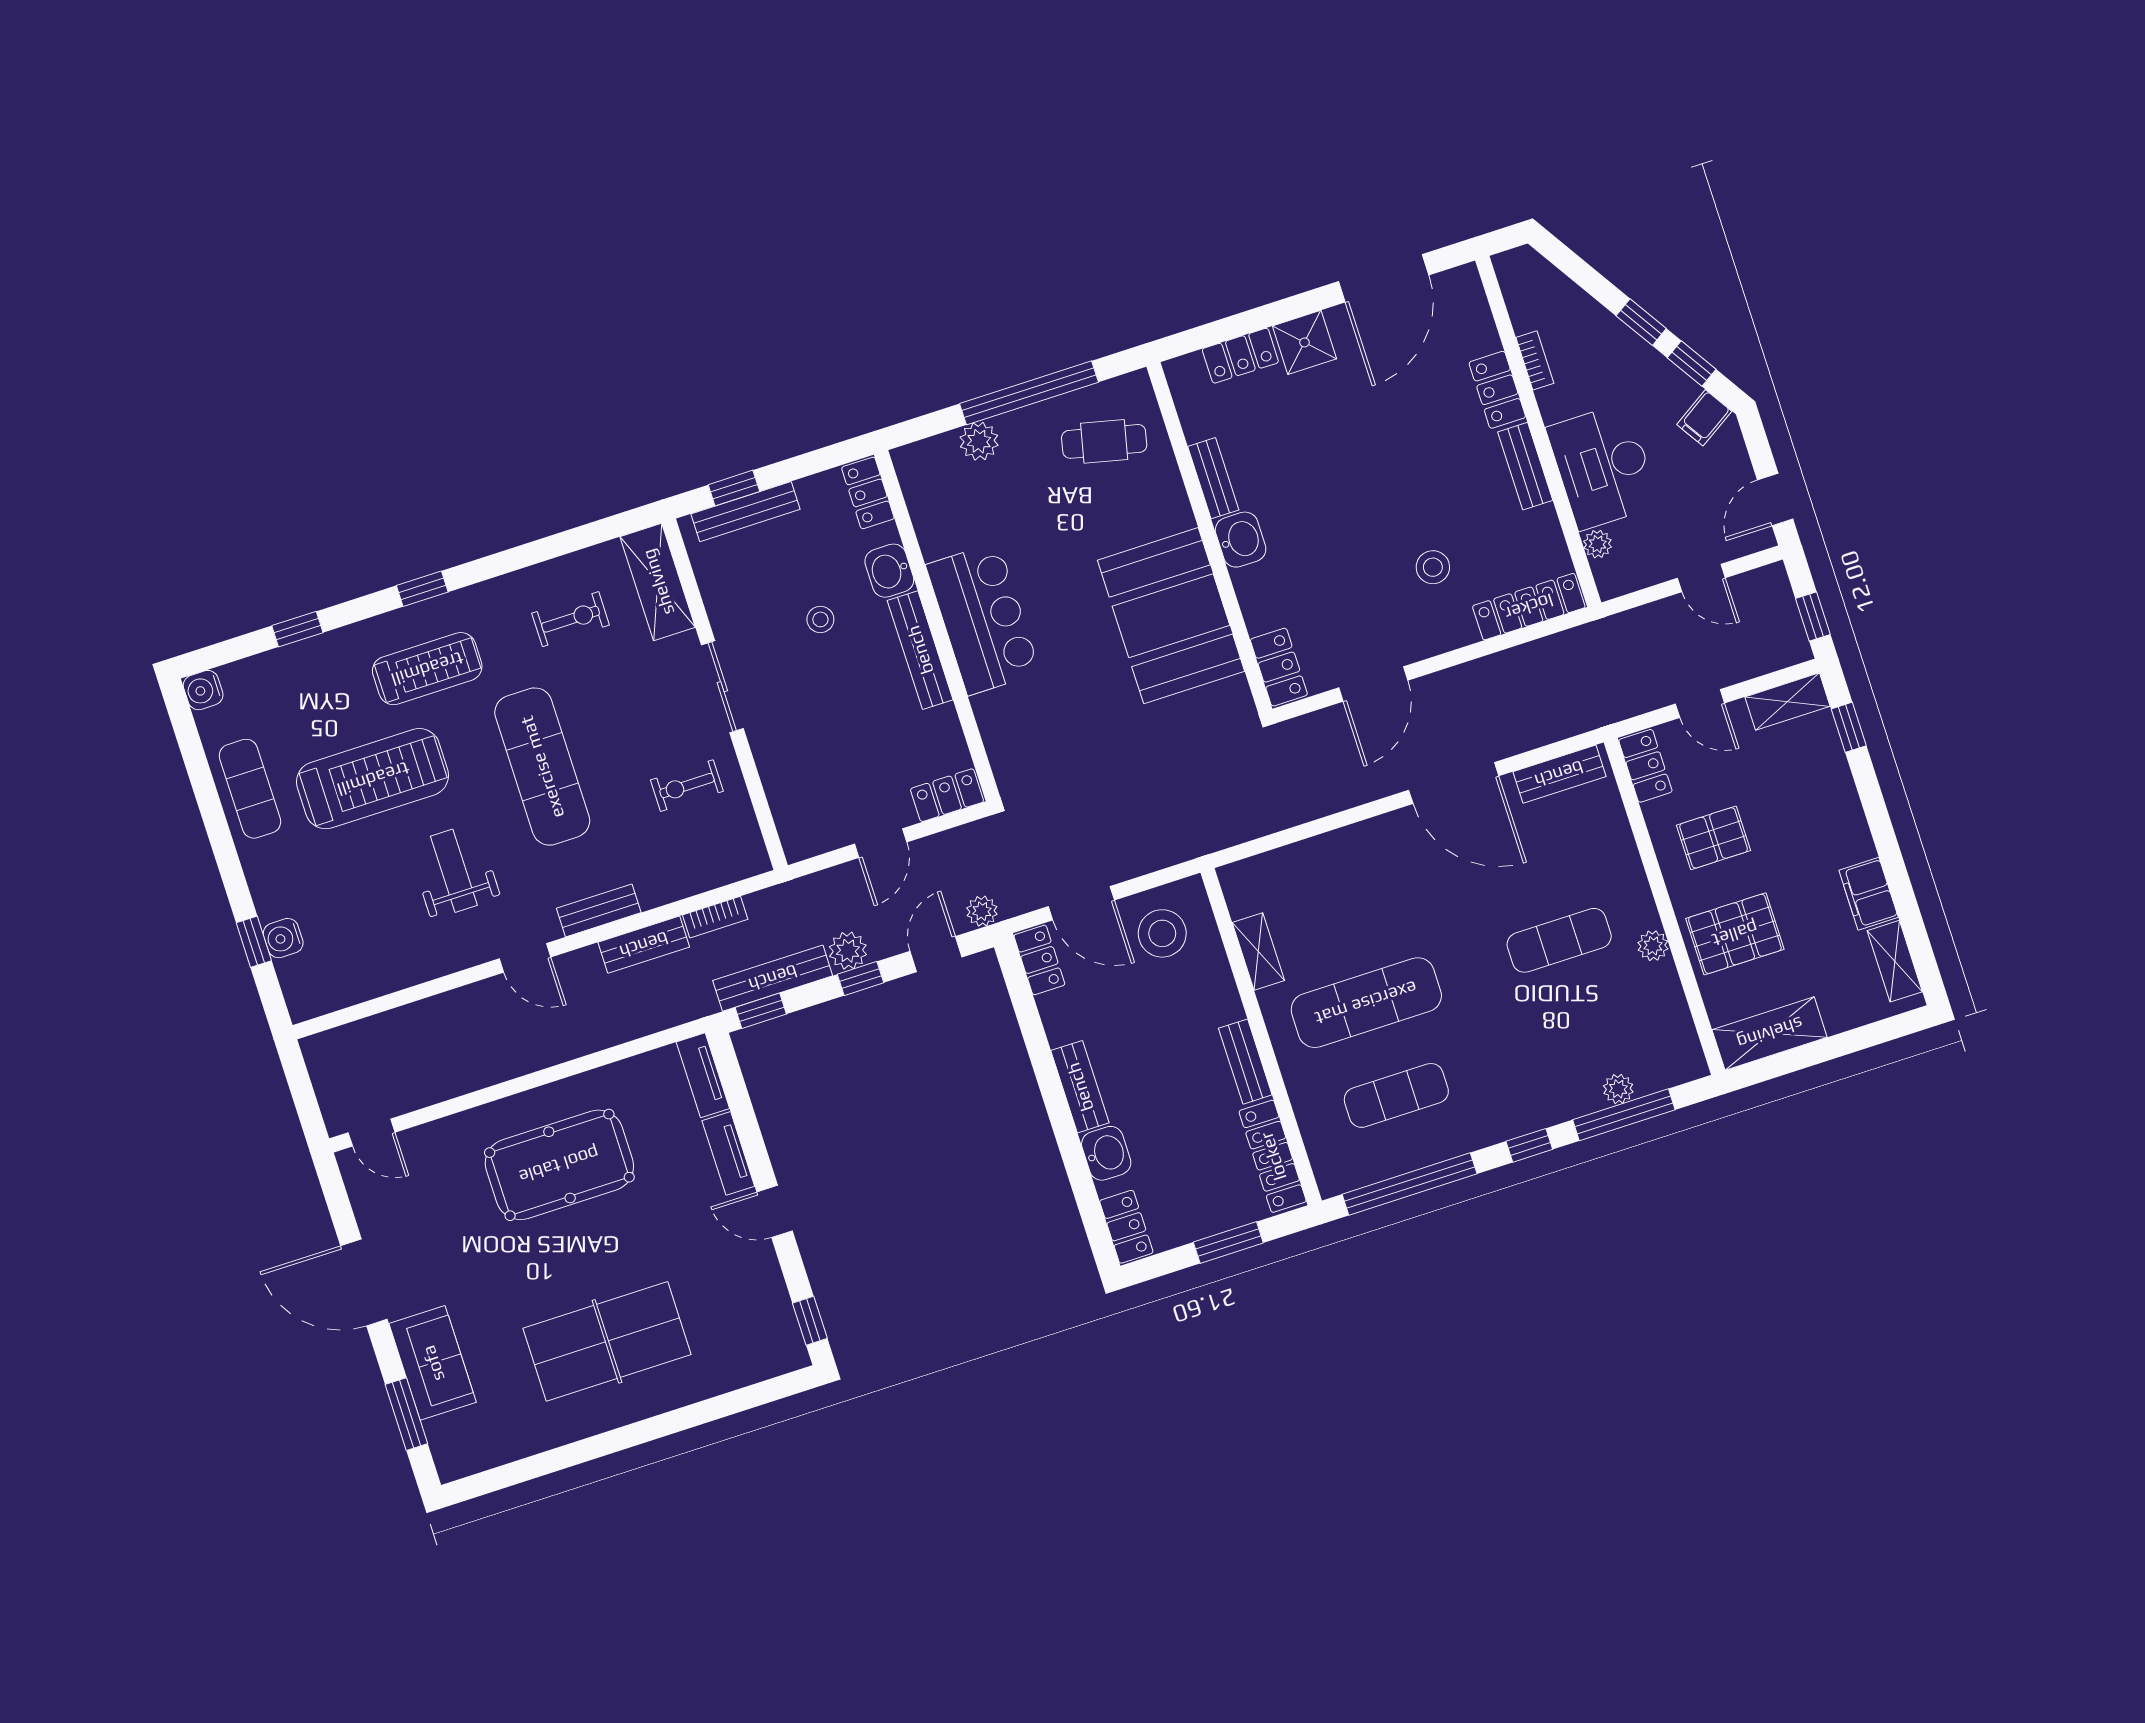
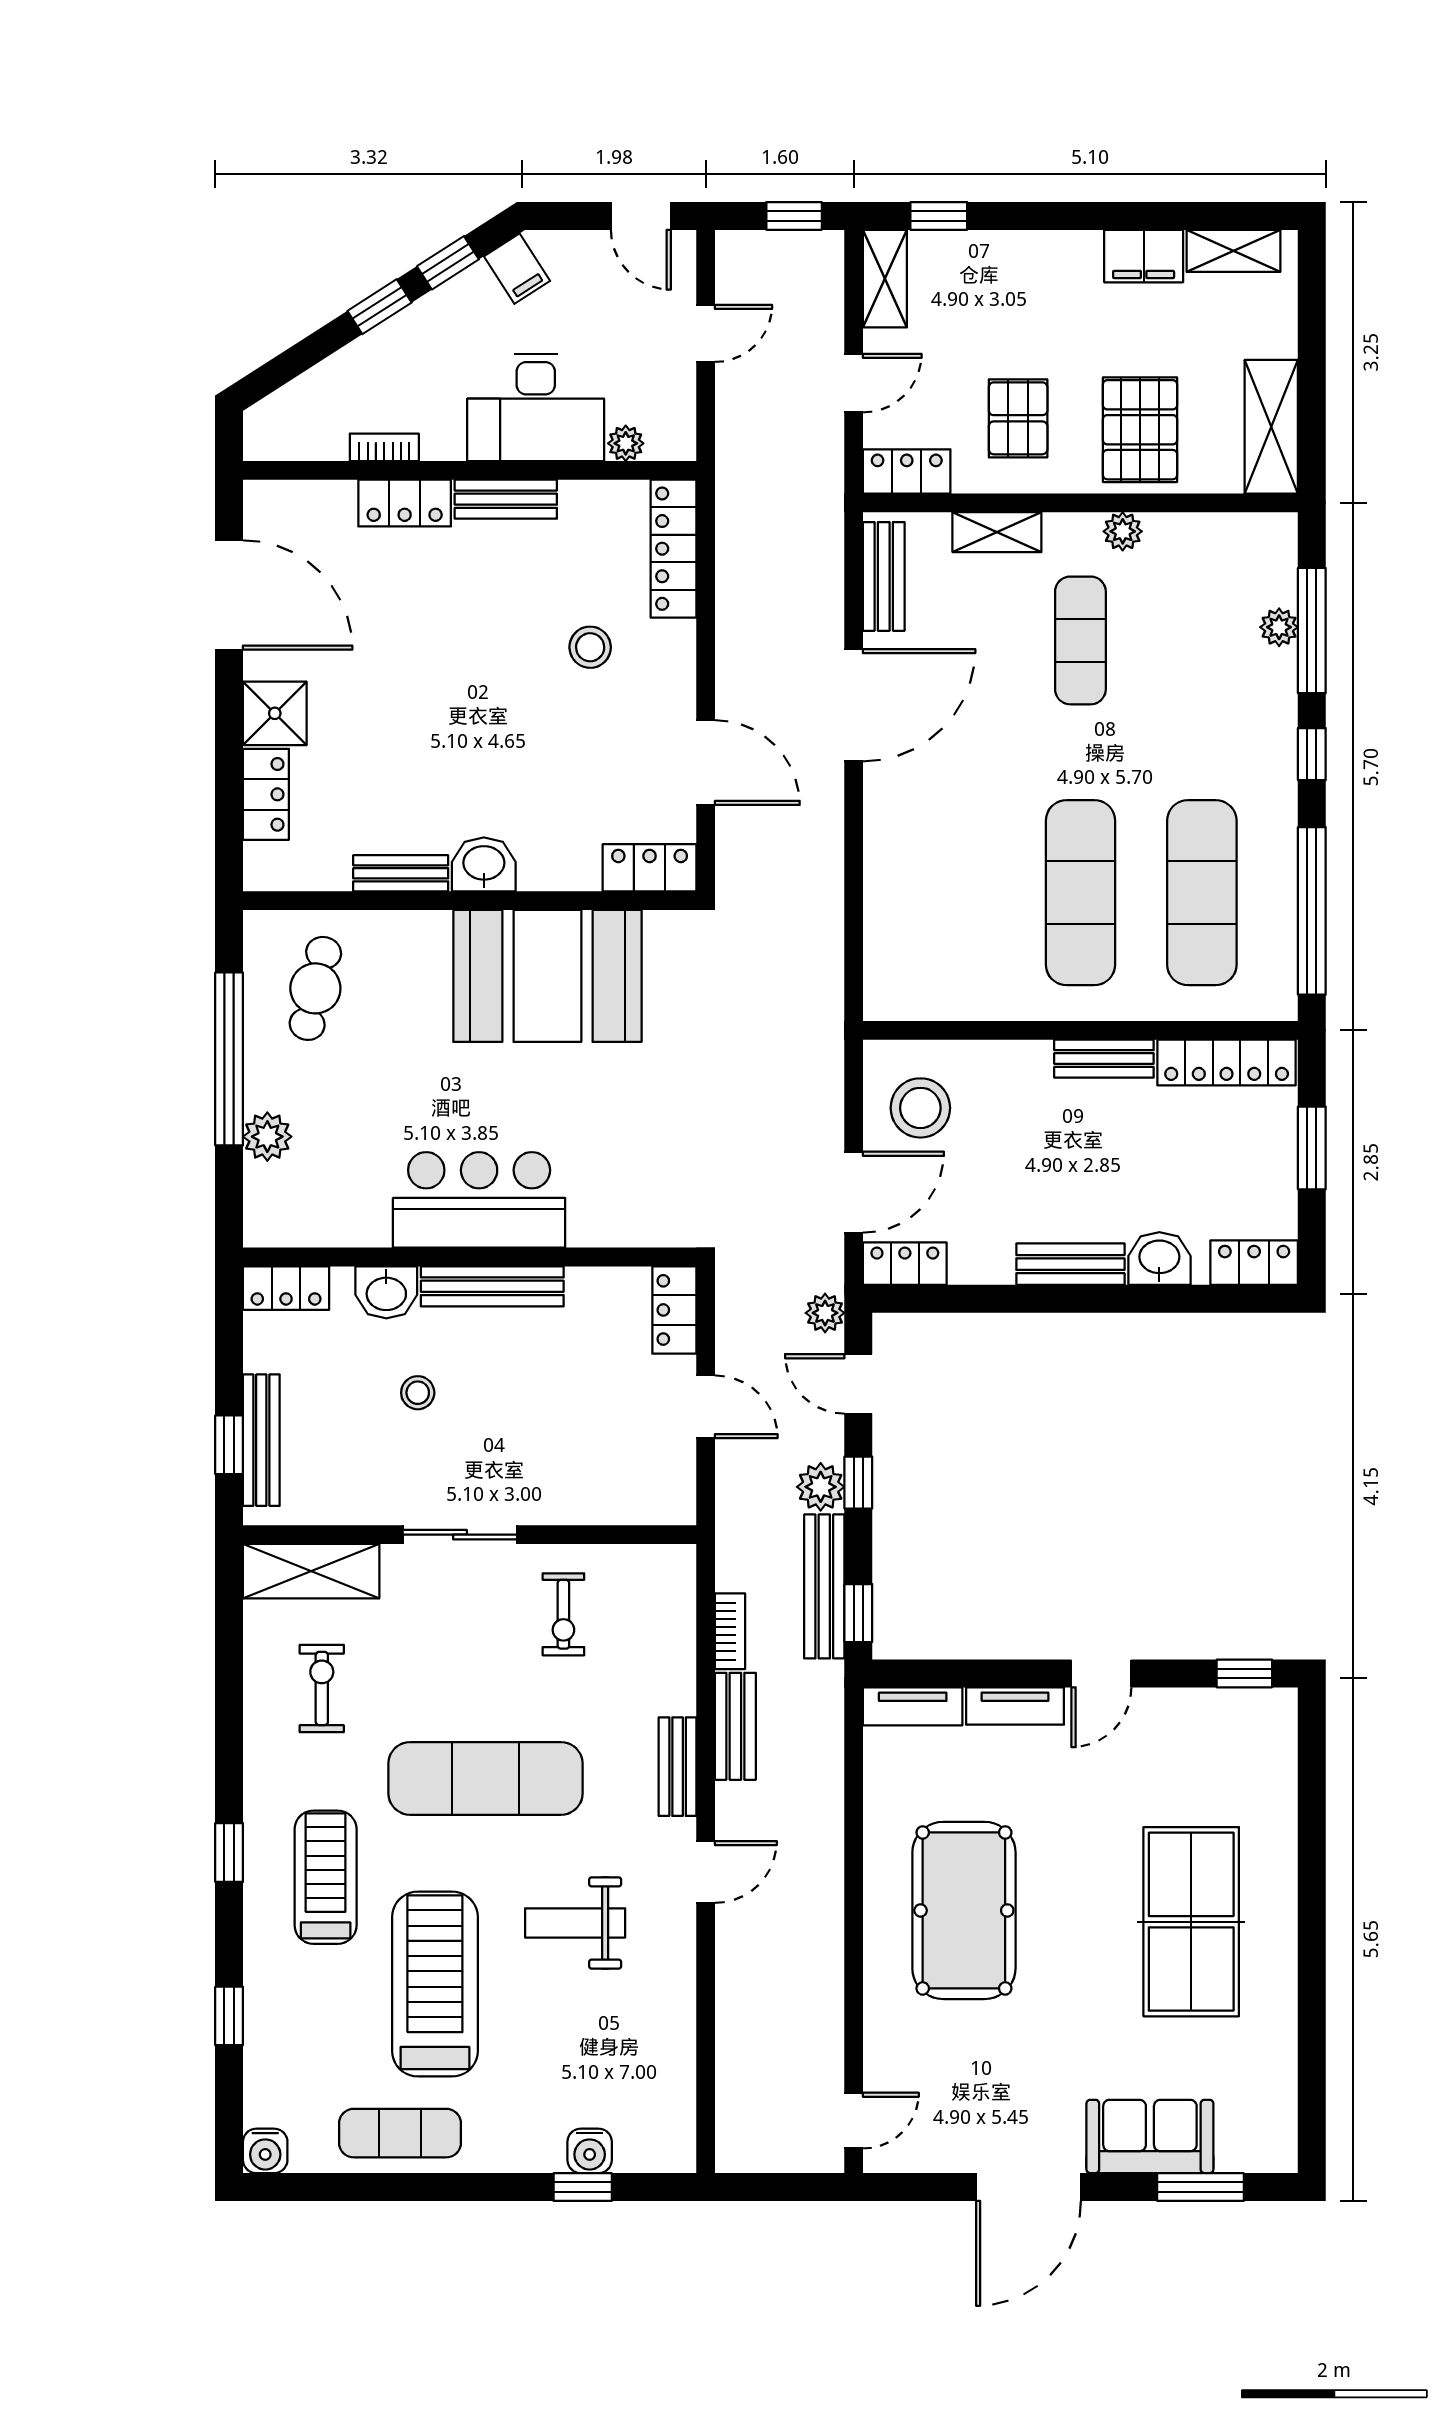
shelving: (1258, 952) -> (997, 532), moved
exercise mat: (1396, 1095) -> (1202, 893), width x1.36, depth x1.45

